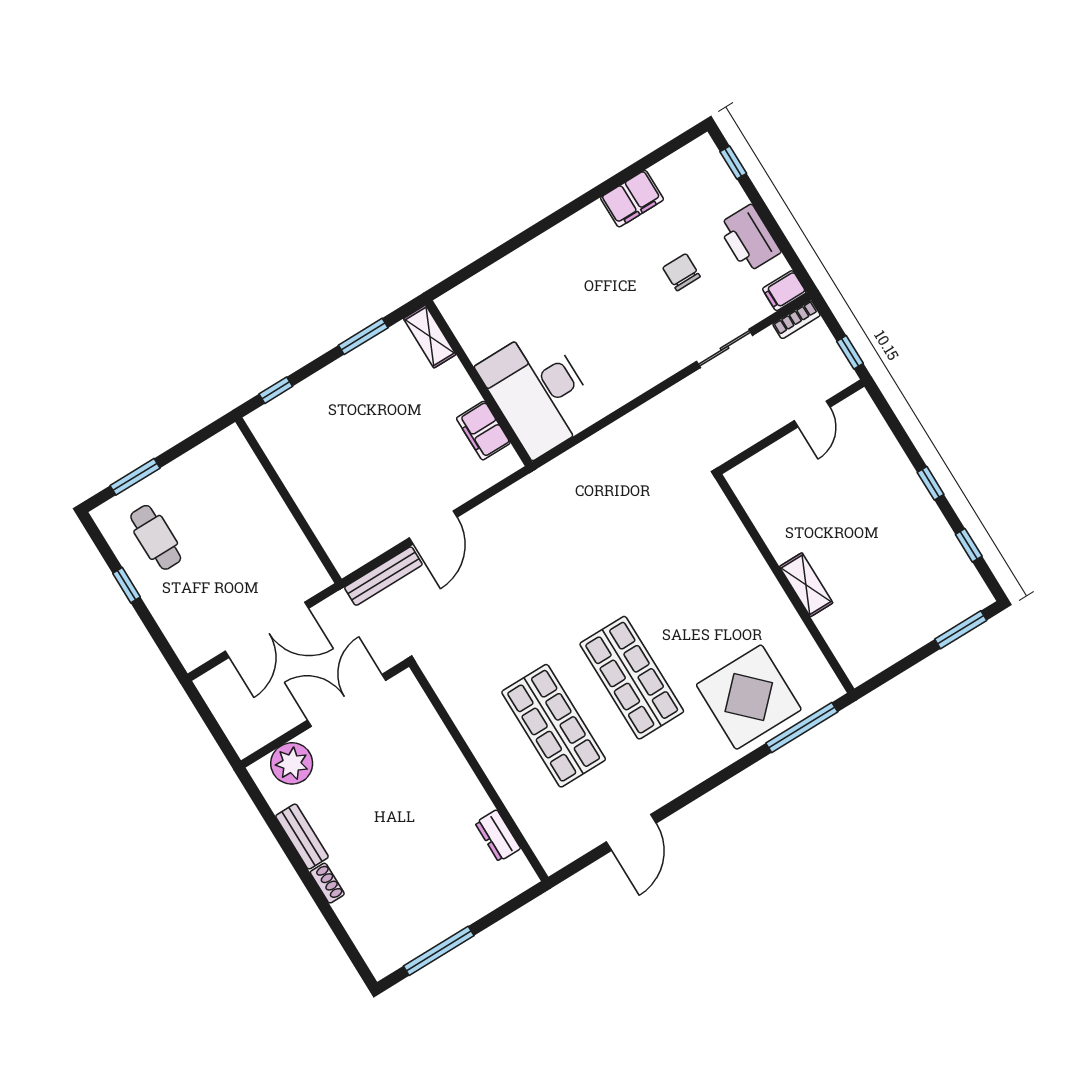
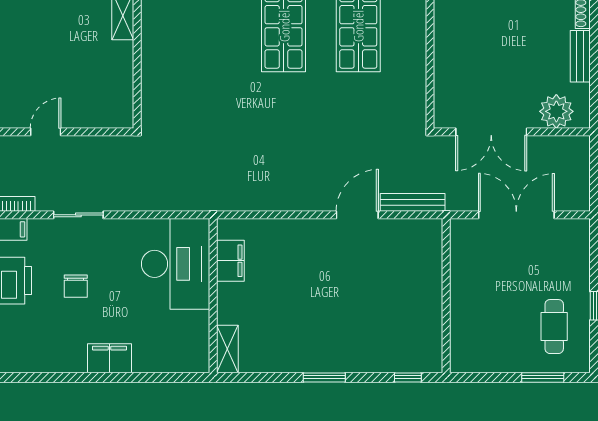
filing cabinet: (632, 199) -> (109, 358), moved
shelving: (430, 336) -> (227, 349), moved
wall: (479, 383) -> (213, 296), moved
desk: (538, 392) -> (176, 264), moved
filing cabinet: (483, 431) -> (230, 261), moved

